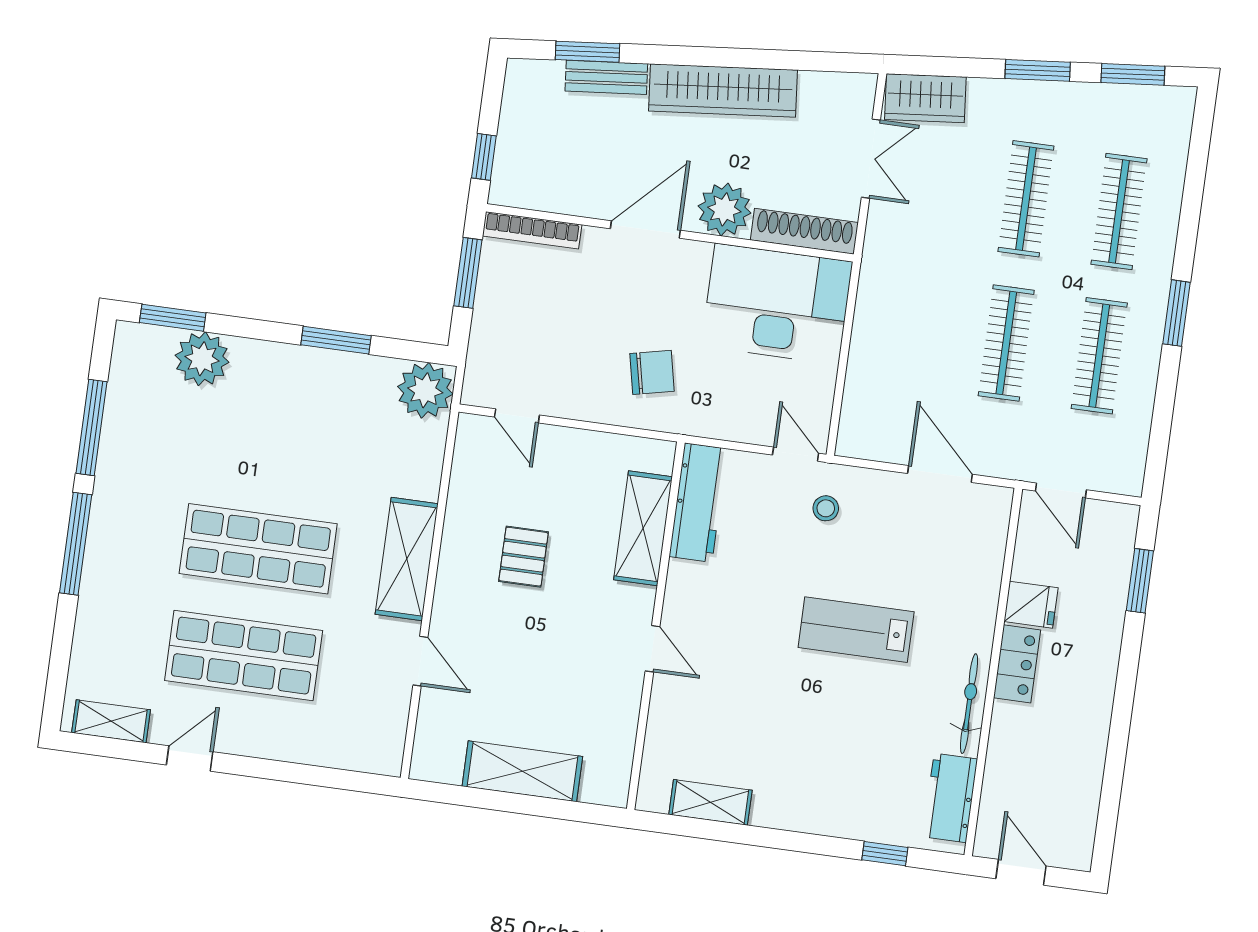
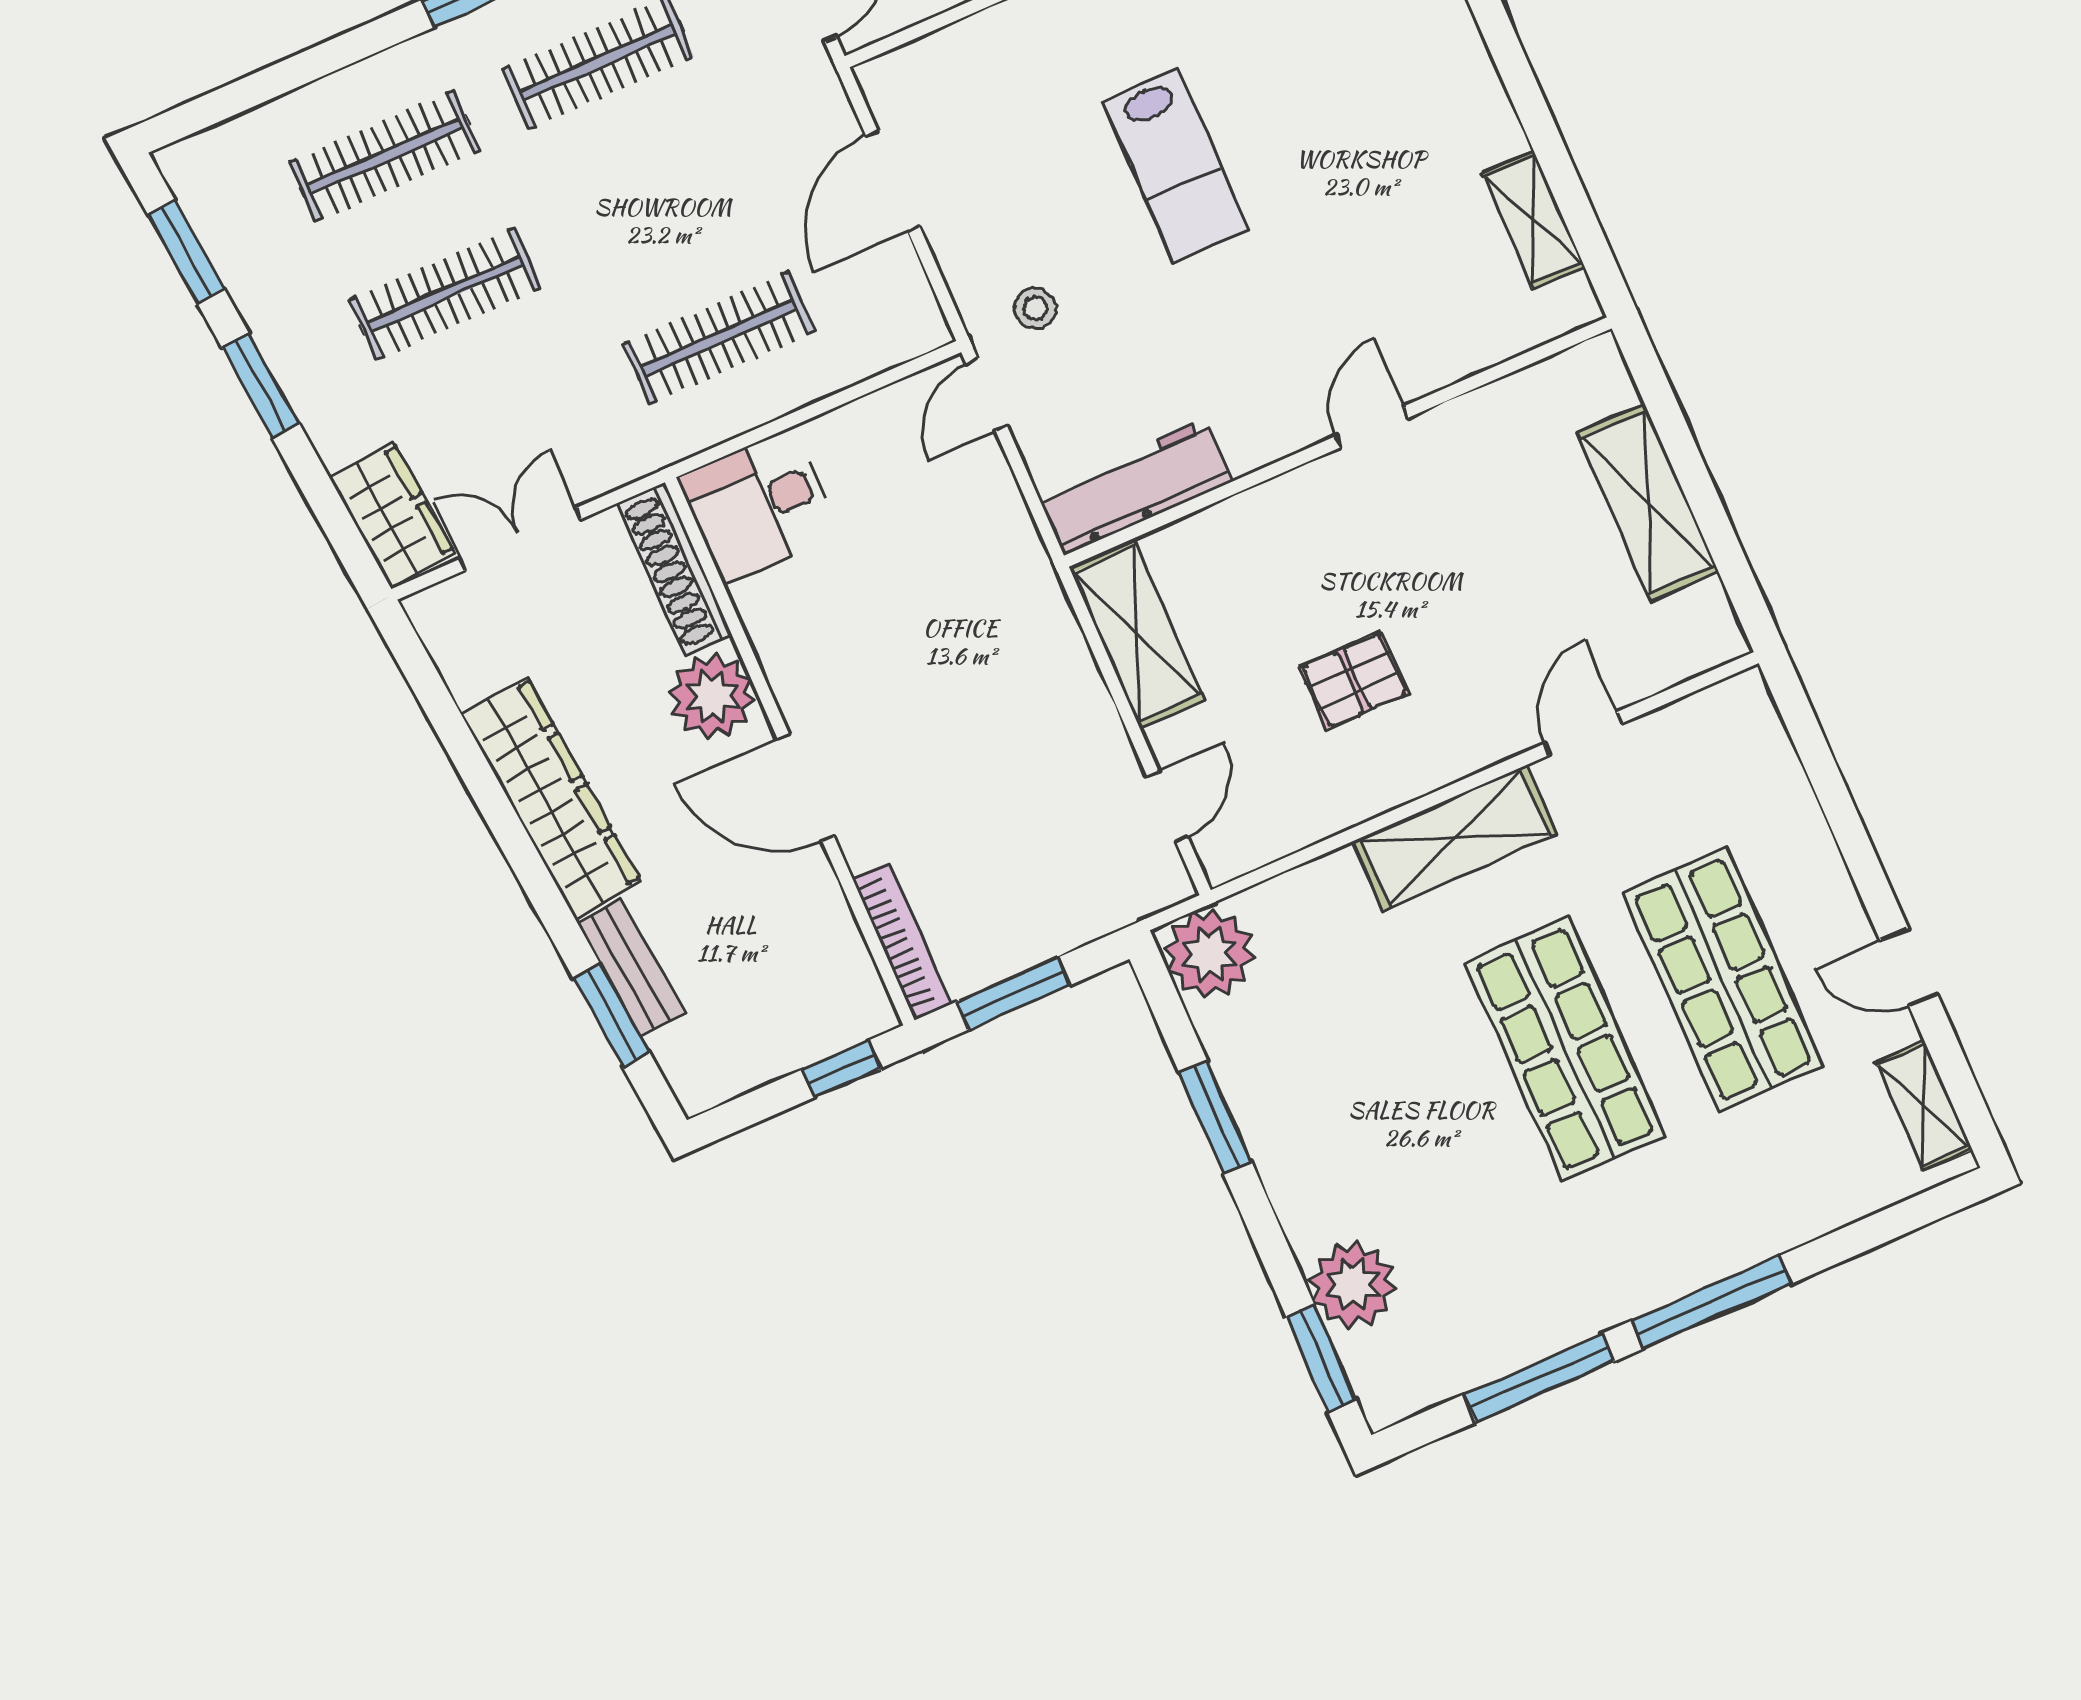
desk: (777, 304) -> (759, 506), width x0.53, depth x0.77
clothes rail: (1006, 343) -> (719, 338), moved
chair: (652, 372) -> (995, 659), removed
shelving: (643, 528) -> (1136, 633), moved, turned 90

